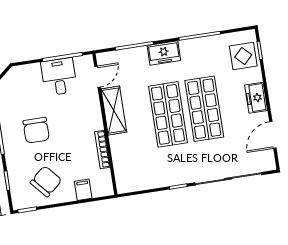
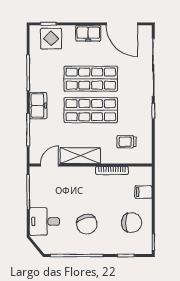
desk: (59, 77) -> (44, 221), moved
door: (98, 77) -> (50, 165), hinge flipped
chair: (36, 130) -> (87, 224), turned 74
door: (273, 135) -> (122, 24), width x1.36
trolley: (138, 161) -> (127, 142), added
chair: (46, 181) -> (132, 223), turned 131

